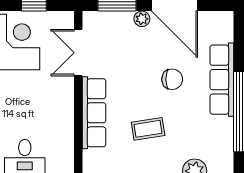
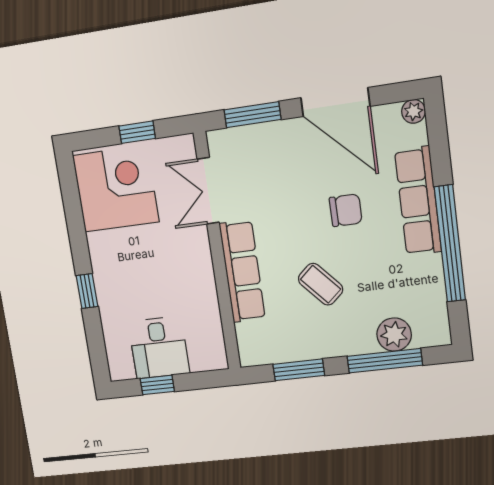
plant: (142, 19) -> (414, 111), moved
coffee table: (148, 129) -> (321, 284), turned 57

